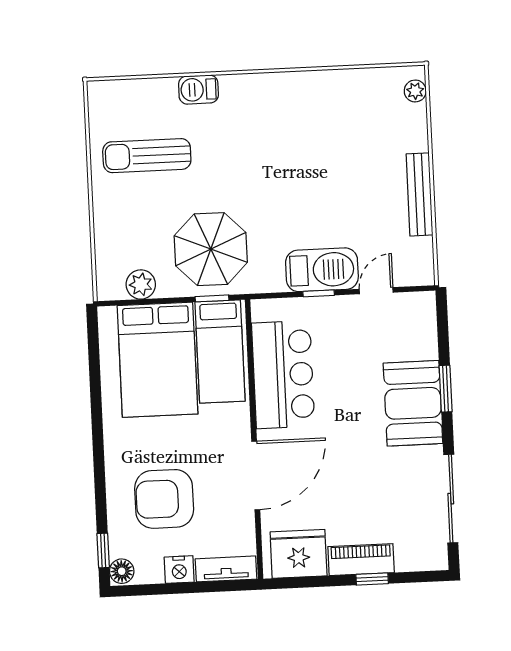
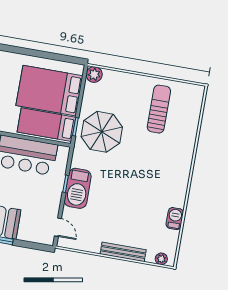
barbecue: (198, 90) -> (175, 219), moved
bench: (420, 194) -> (123, 252), moved
plant: (141, 284) -> (94, 74), moved
door: (376, 291) -> (58, 227), moved

